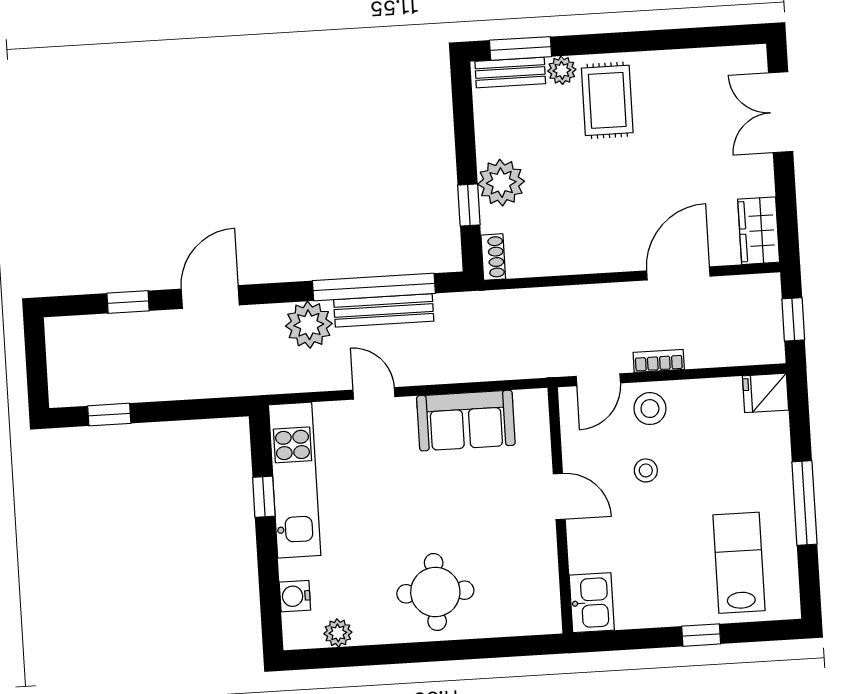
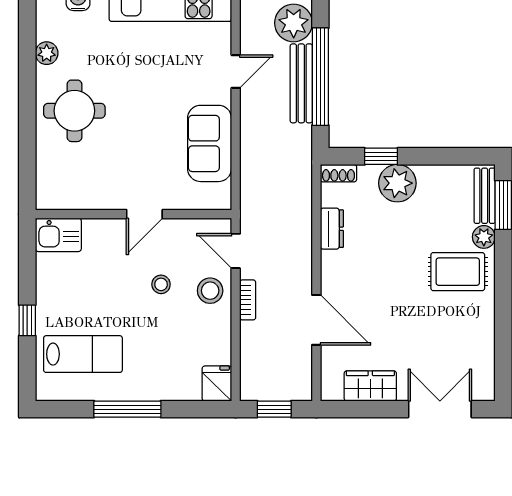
wardrobe: (759, 231) -> (370, 386), moved
dresser: (563, 261) -> (332, 229), added
plant: (338, 633) -> (47, 53), moved

